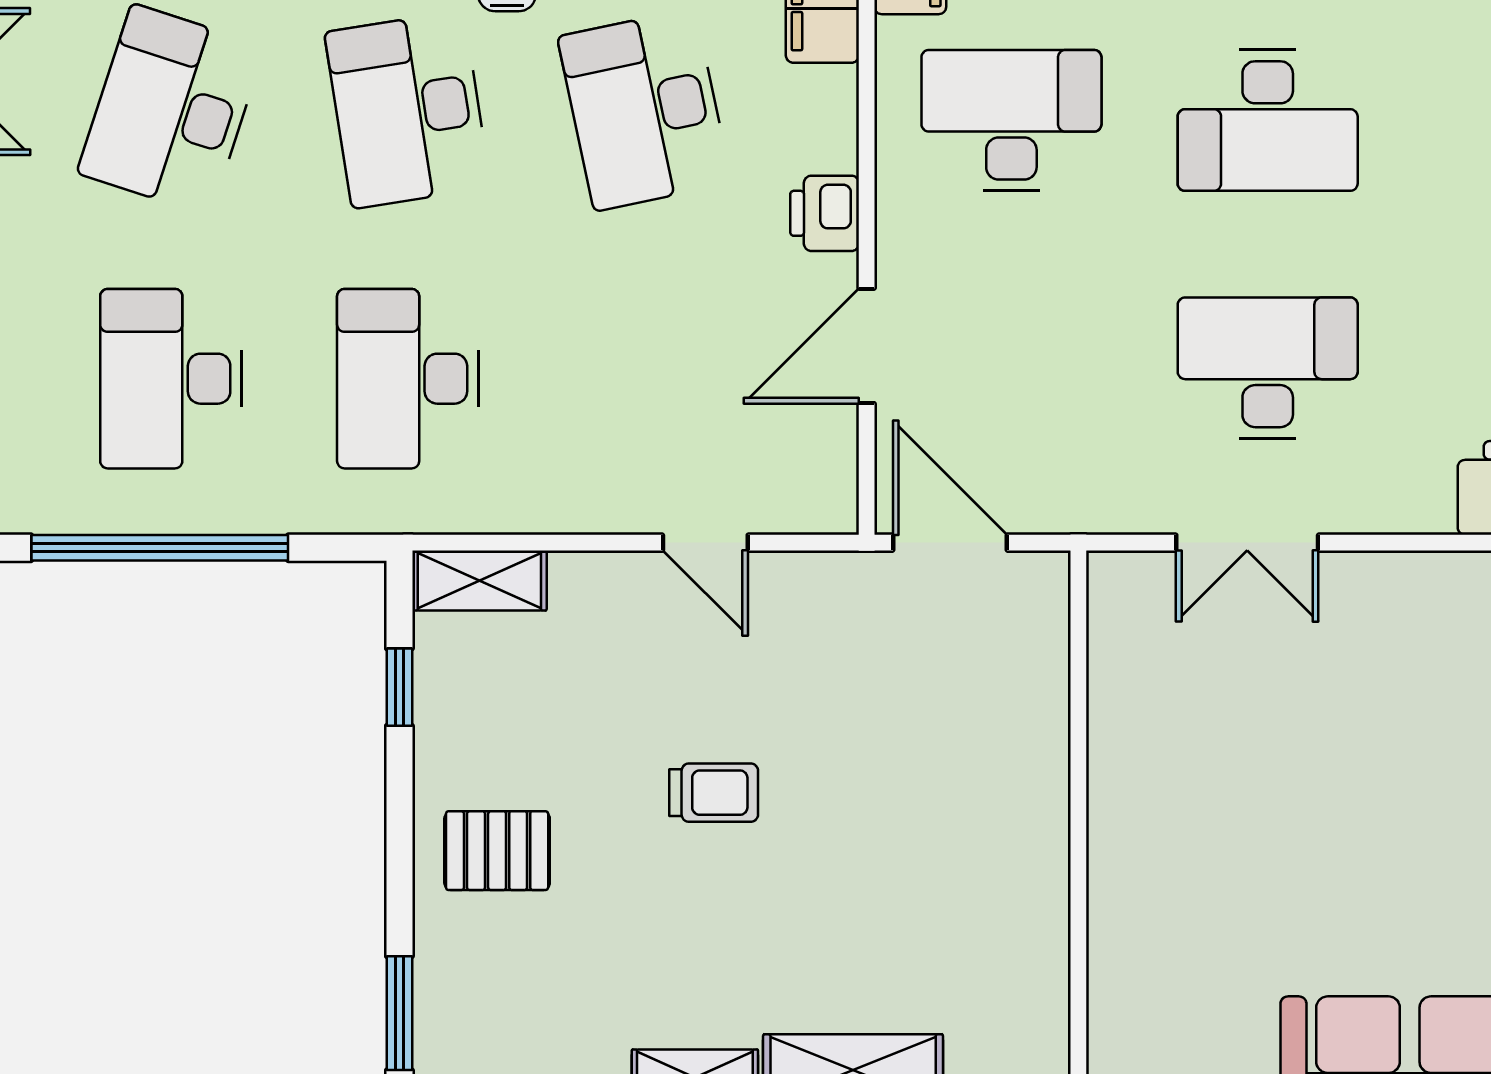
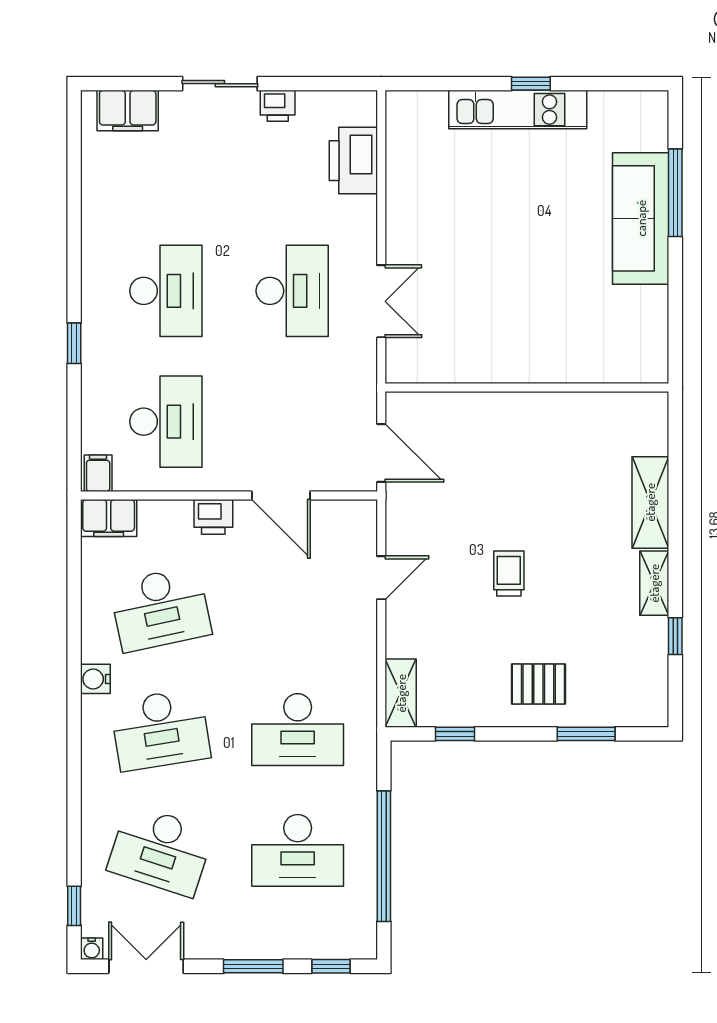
desk: (1011, 120) -> (166, 422), turned 180
desk: (1268, 368) -> (292, 291), turned 180
door: (950, 543) -> (381, 453), swing flipped
pallet: (497, 851) -> (538, 684), turned 90
window: (399, 1013) -> (586, 734), moved

